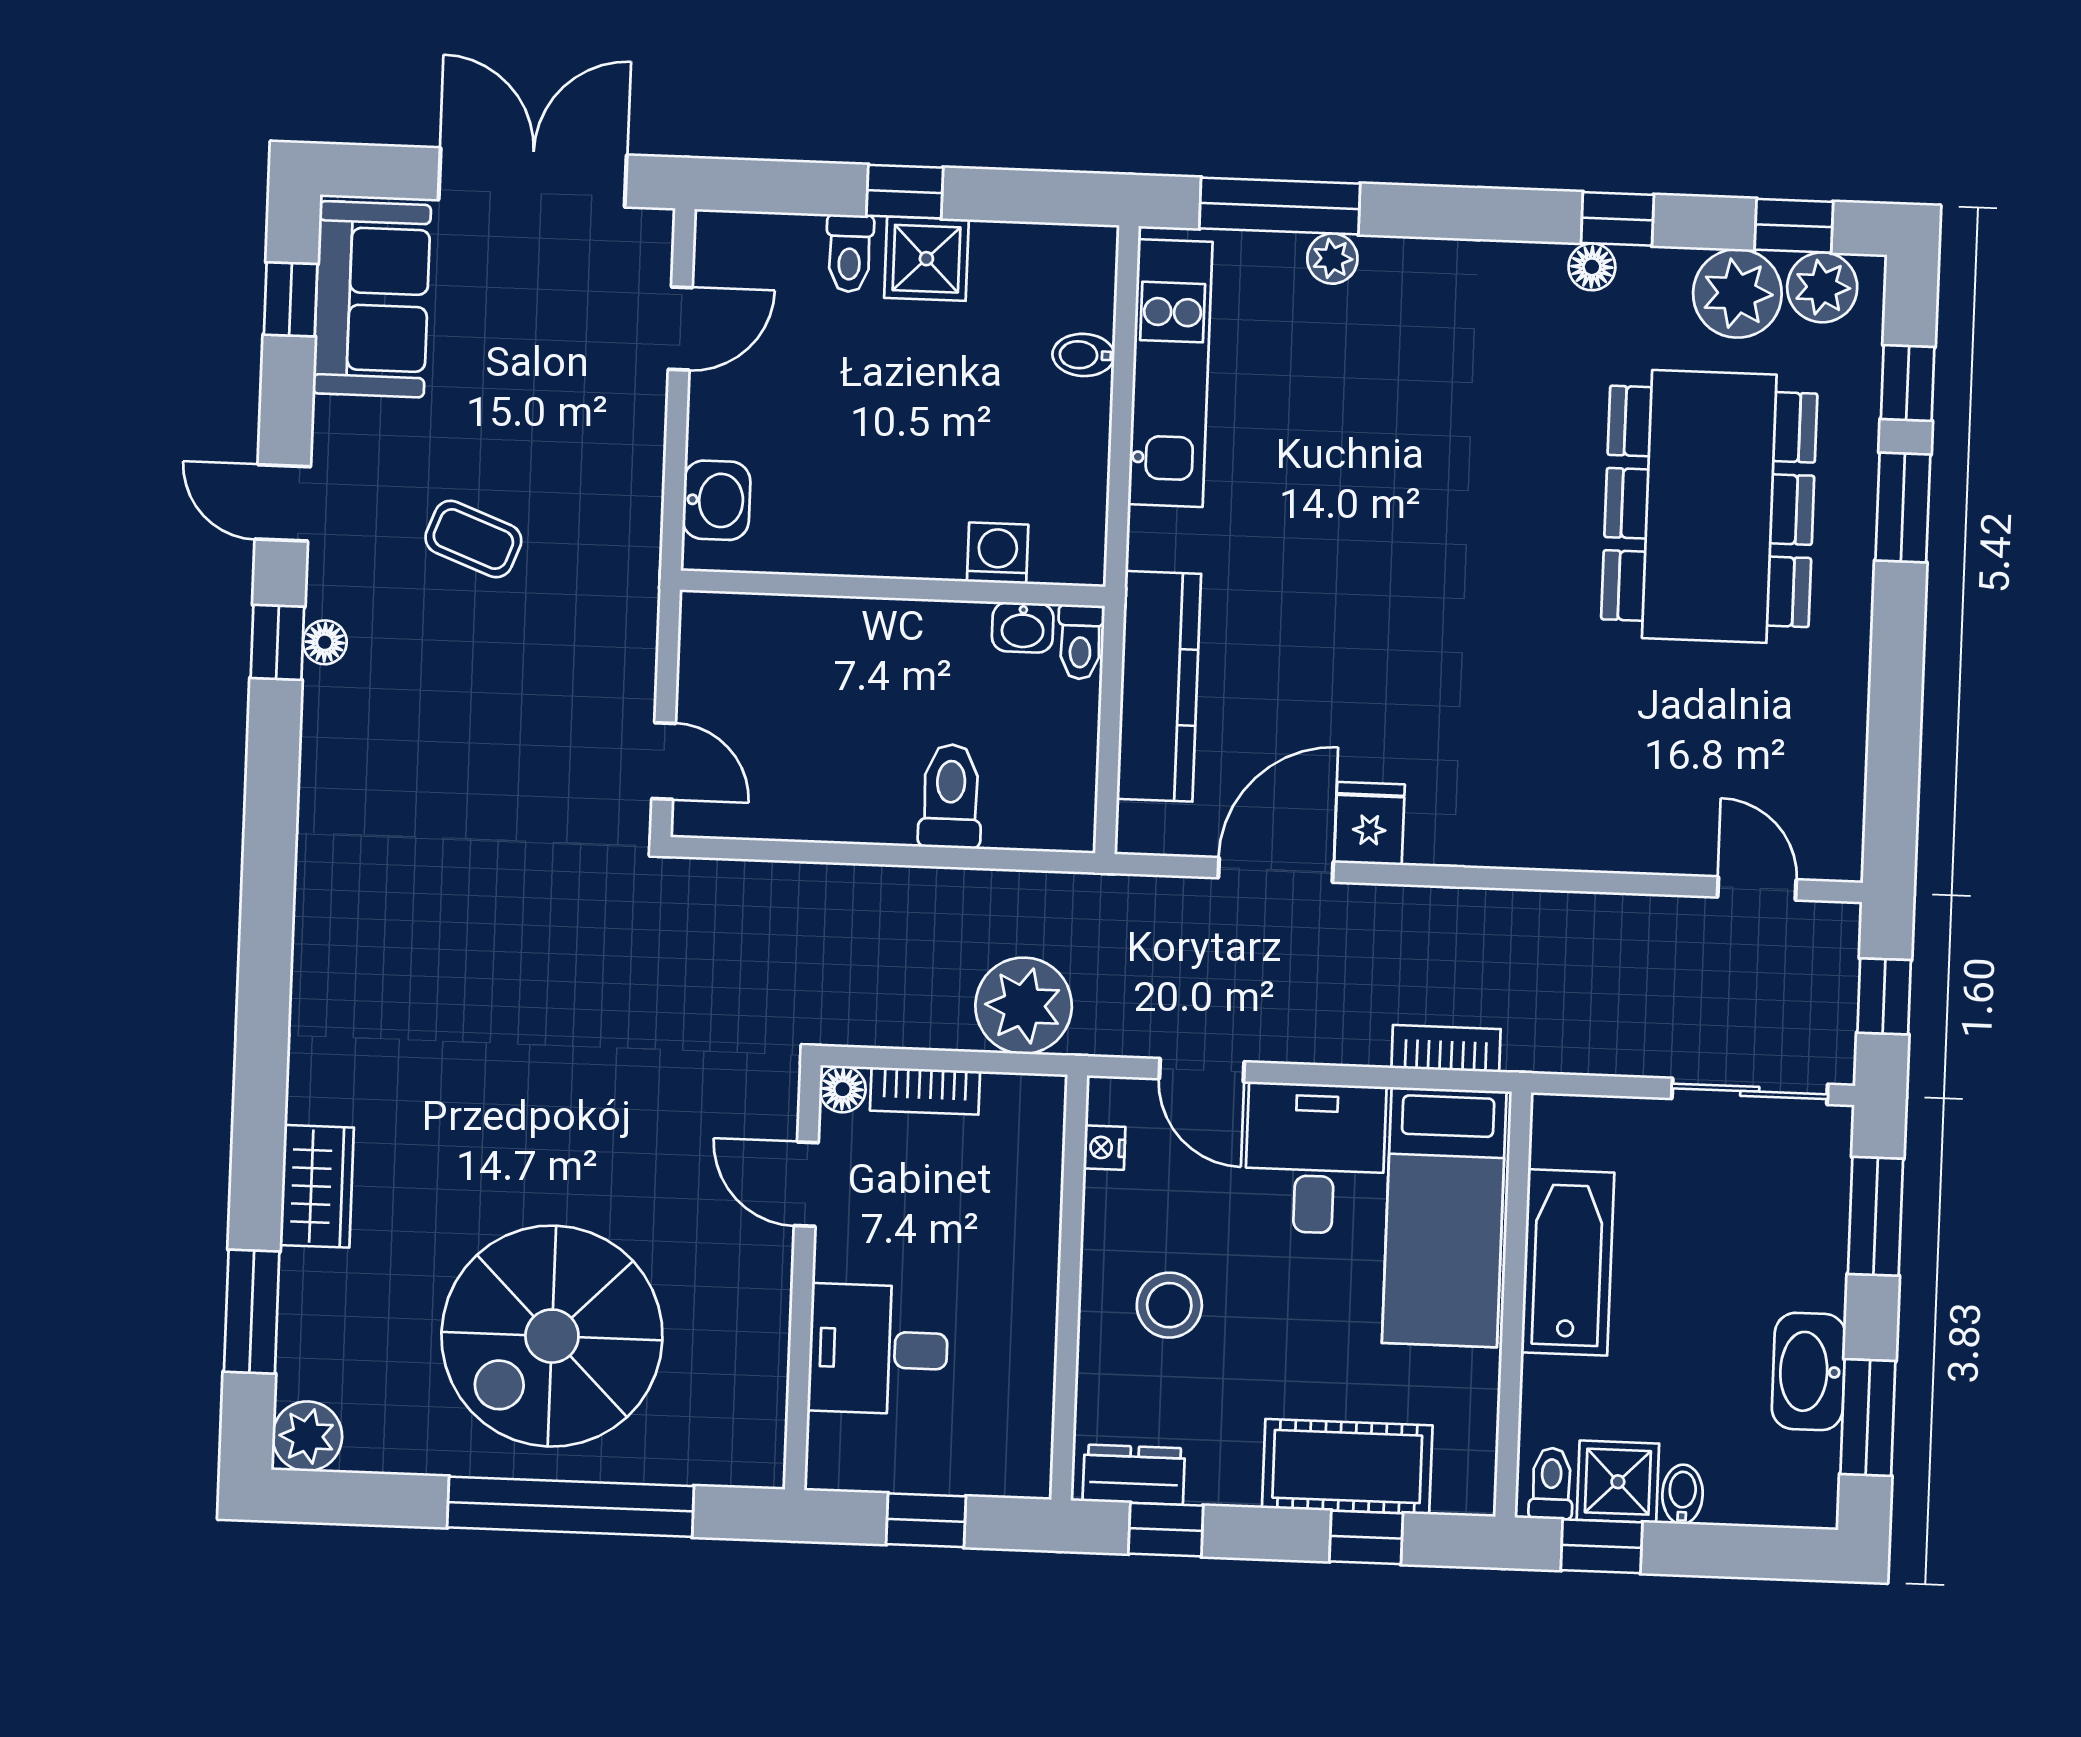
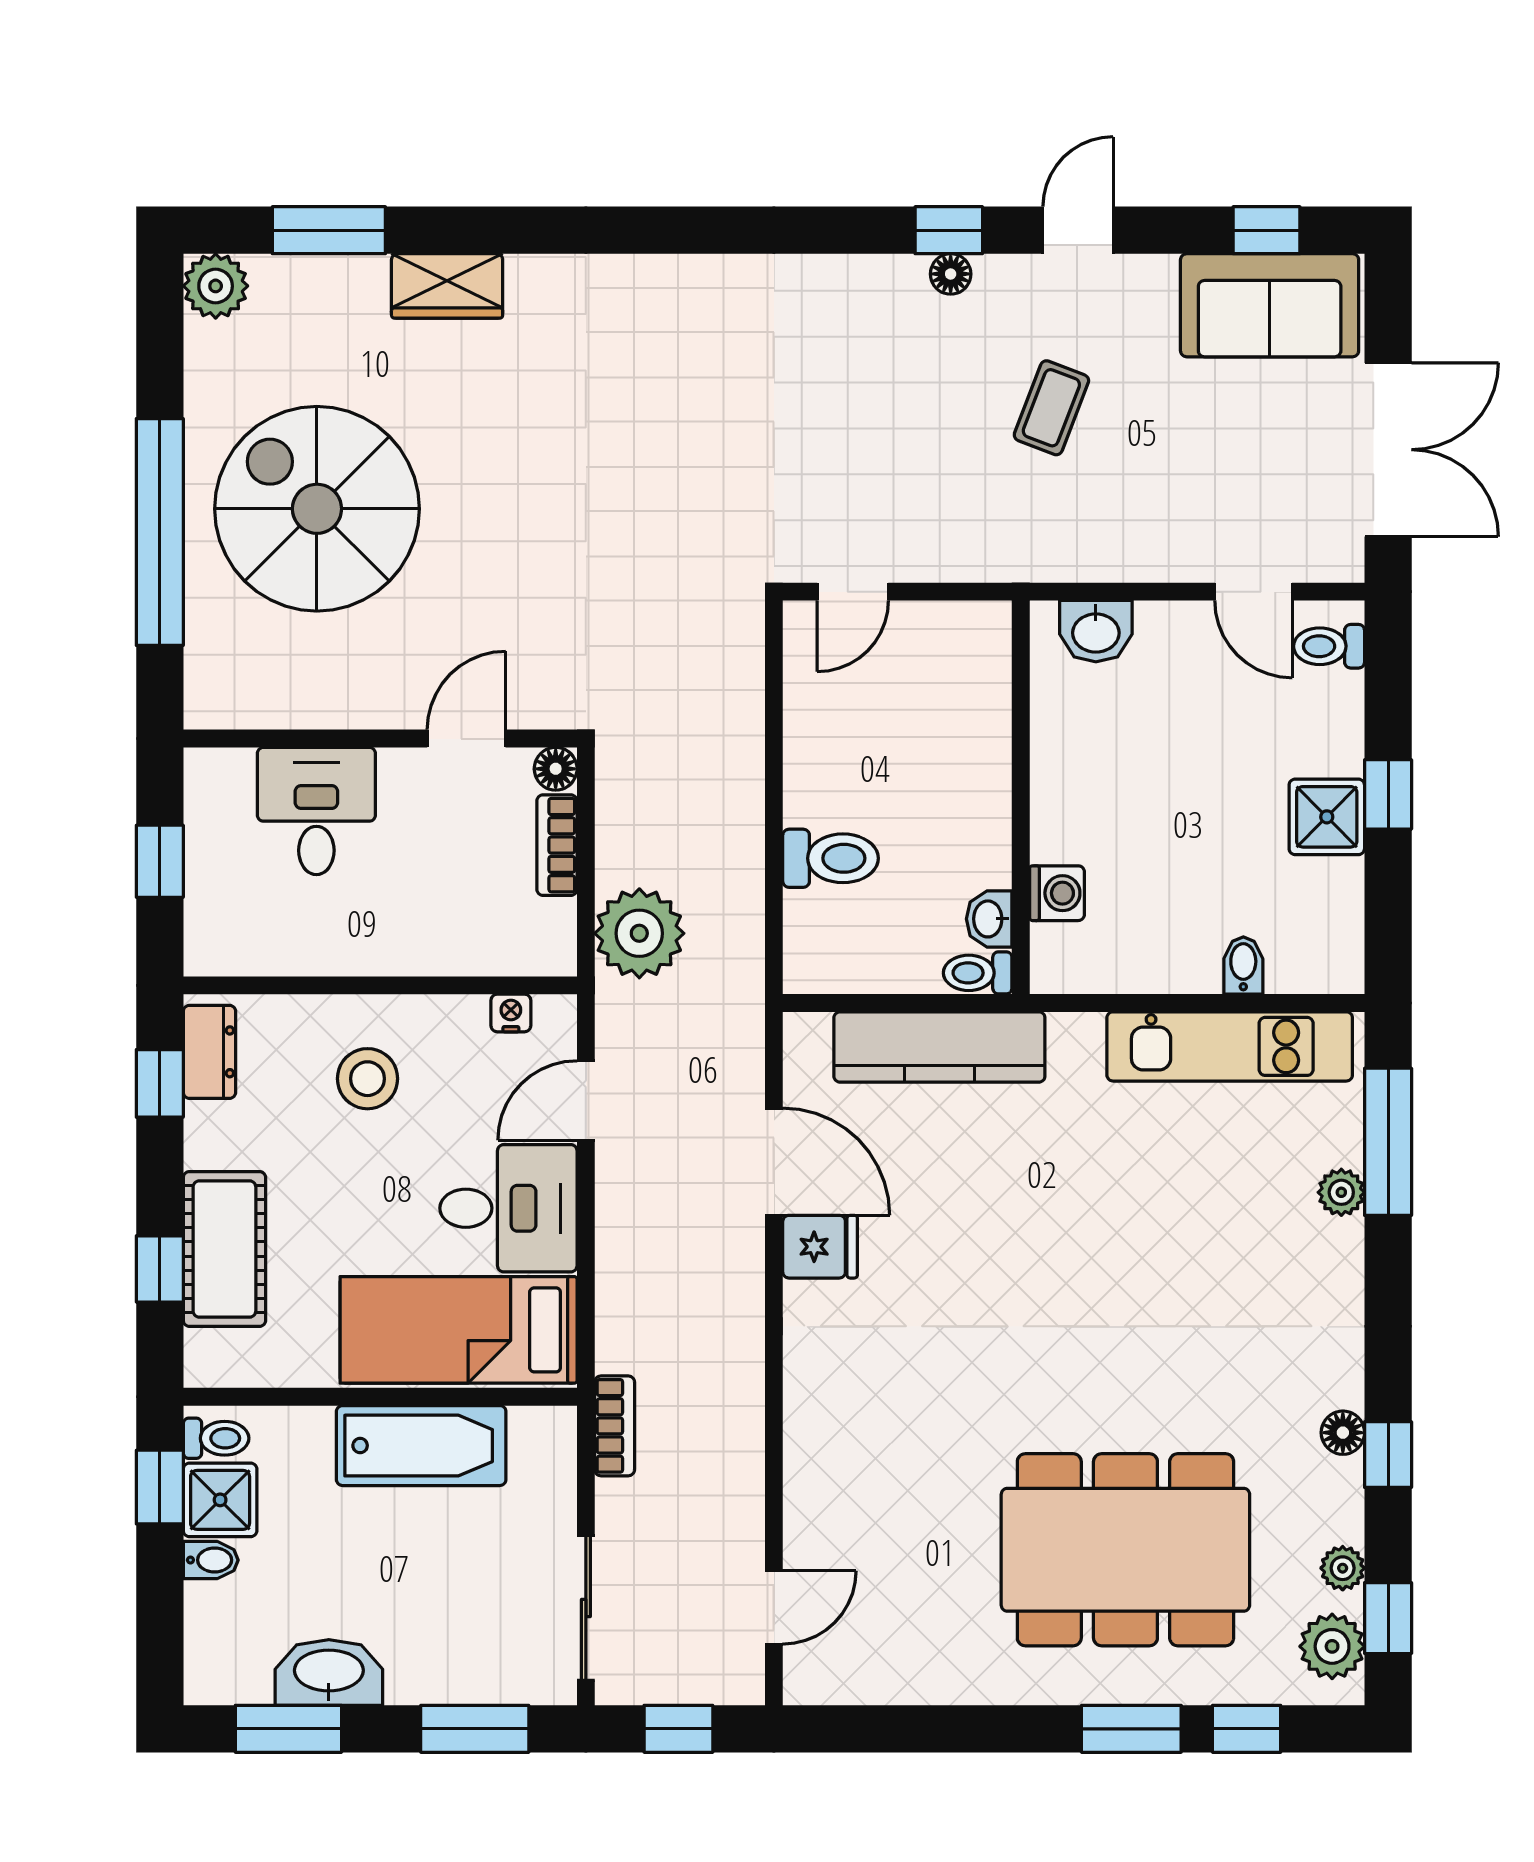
toilet: (850, 253) -> (1329, 646), moved
plant: (1737, 293) -> (1343, 1568), width x0.53, depth x0.53
bookcase: (1446, 1049) -> (615, 1426), moved

